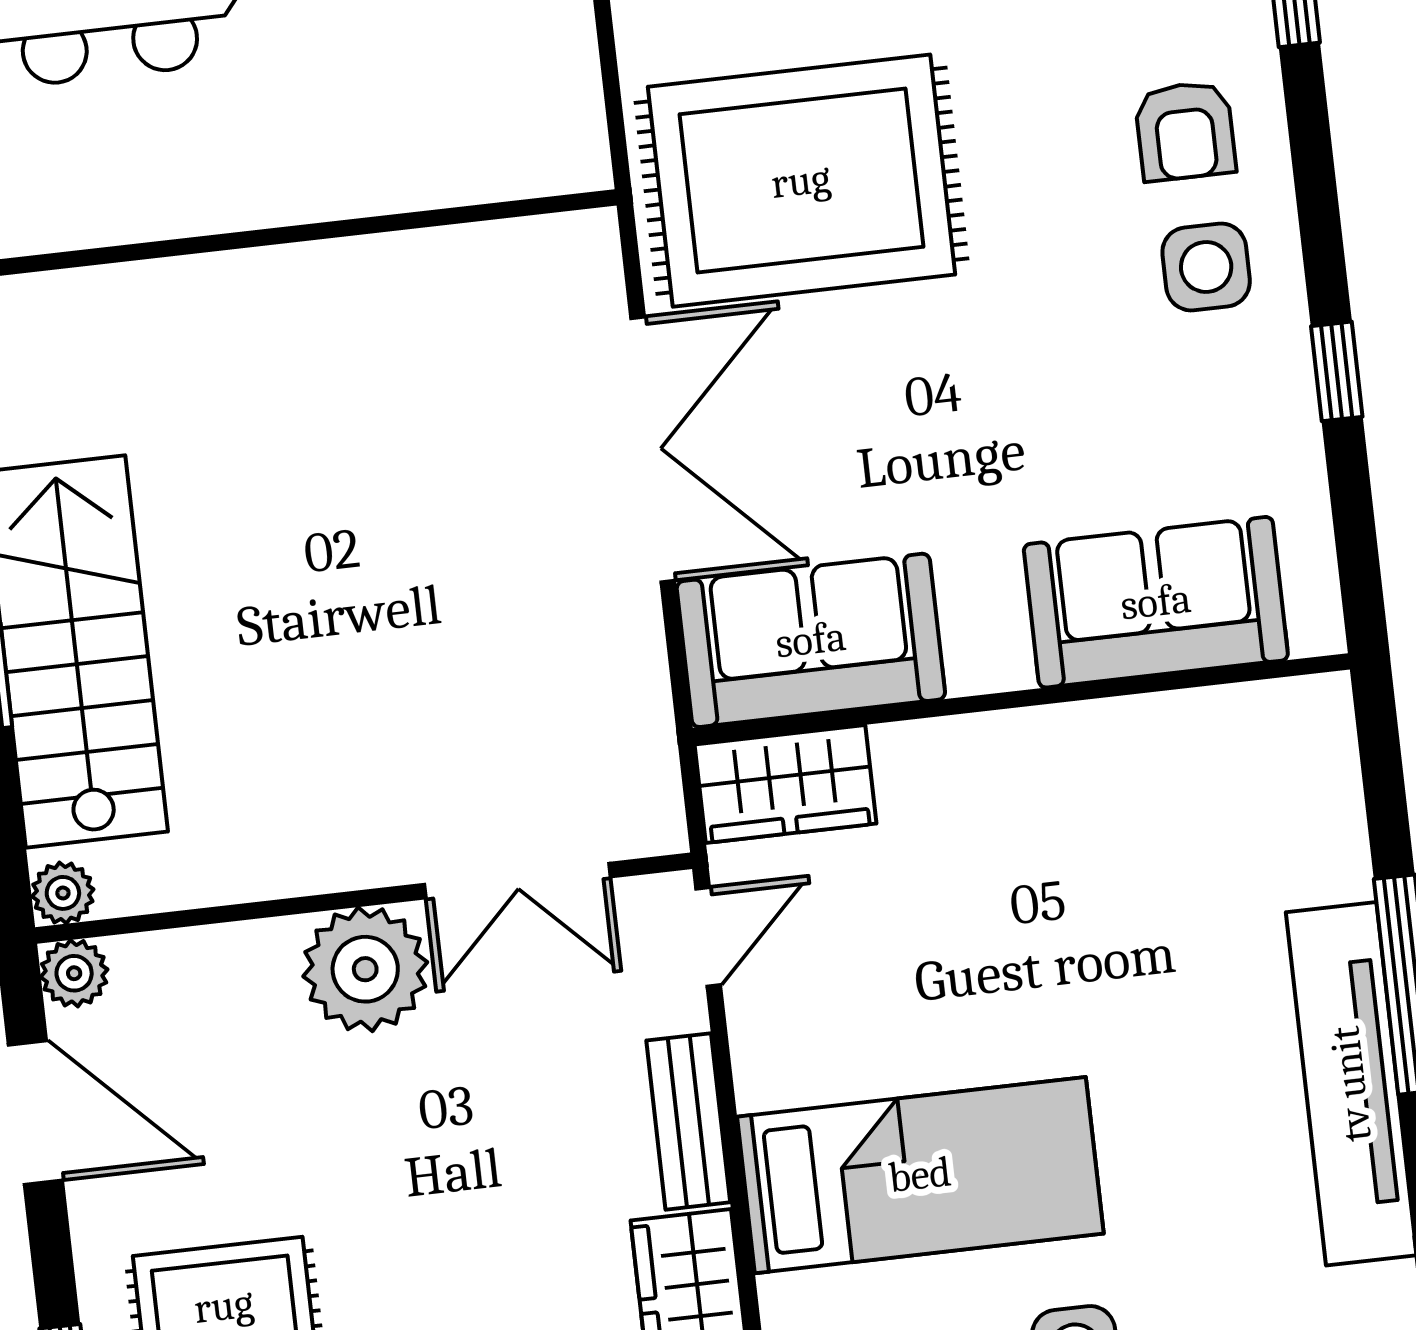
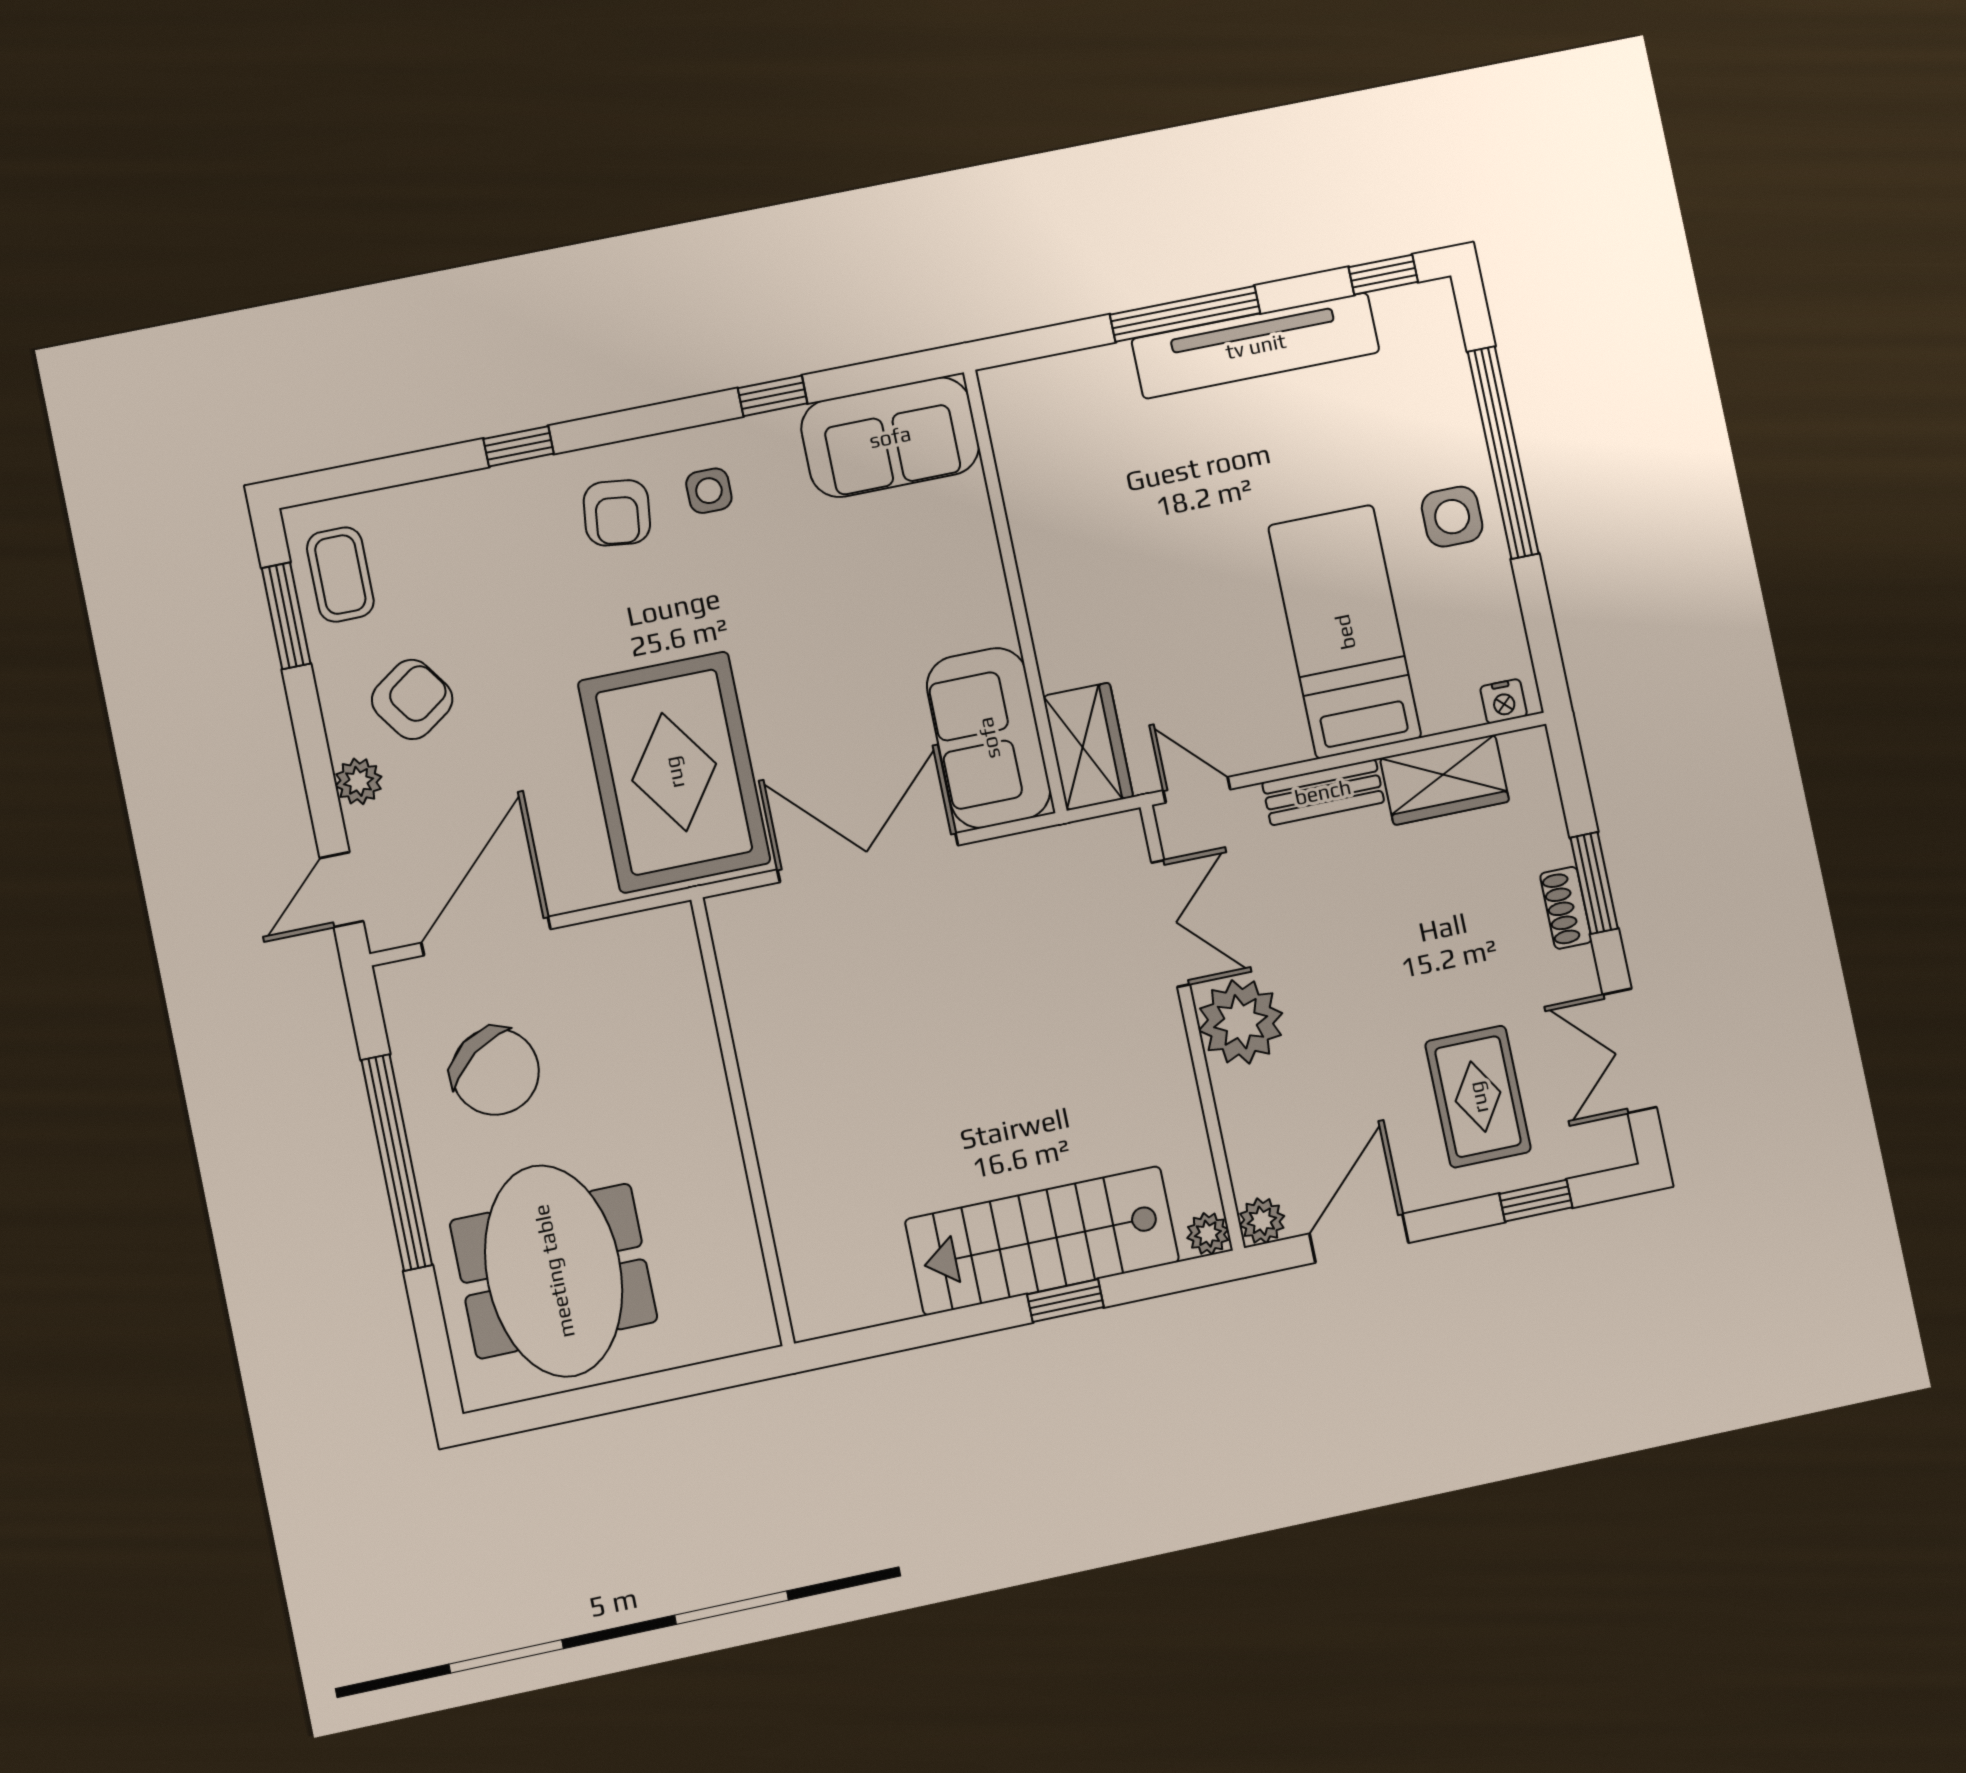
armchair: (1185, 131) -> (617, 513), turned 97
side table: (1206, 267) -> (709, 491), width x0.73, depth x0.73
sofa: (1156, 602) -> (890, 437), moved, turned -90

